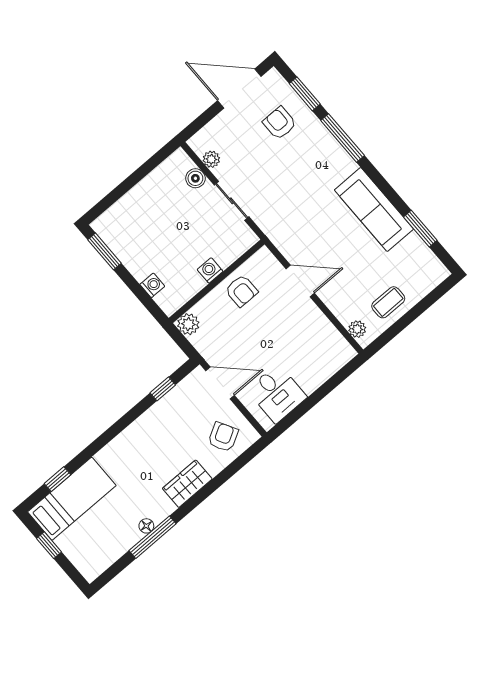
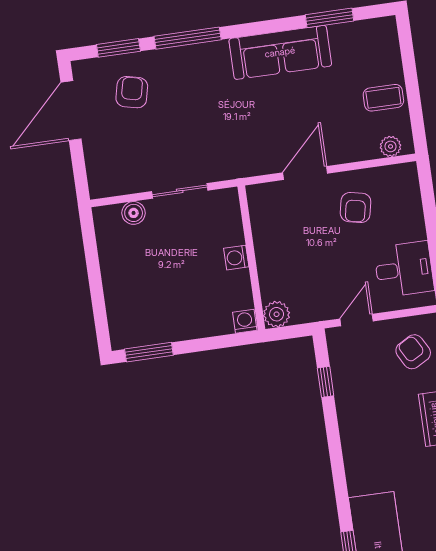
armchair: (280, 123) -> (132, 92), turned 103
plant: (211, 159) -> (124, 185), removed
washing machine: (152, 285) -> (245, 321), moved
armchair: (241, 291) -> (356, 207), moved, turned 102
coffee table: (388, 302) -> (383, 98), turned 90
door: (220, 383) -> (357, 320), width x0.73

